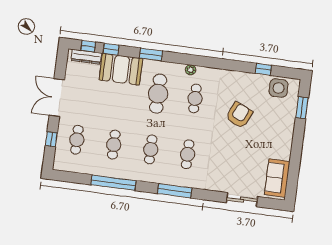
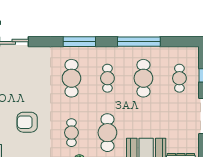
armchair: (239, 115) -> (27, 122), turned 66
cafe table: (114, 145) -> (143, 78), width x1.37, depth x1.35
cafe table: (188, 154) -> (71, 78), width x1.37, depth x1.35

